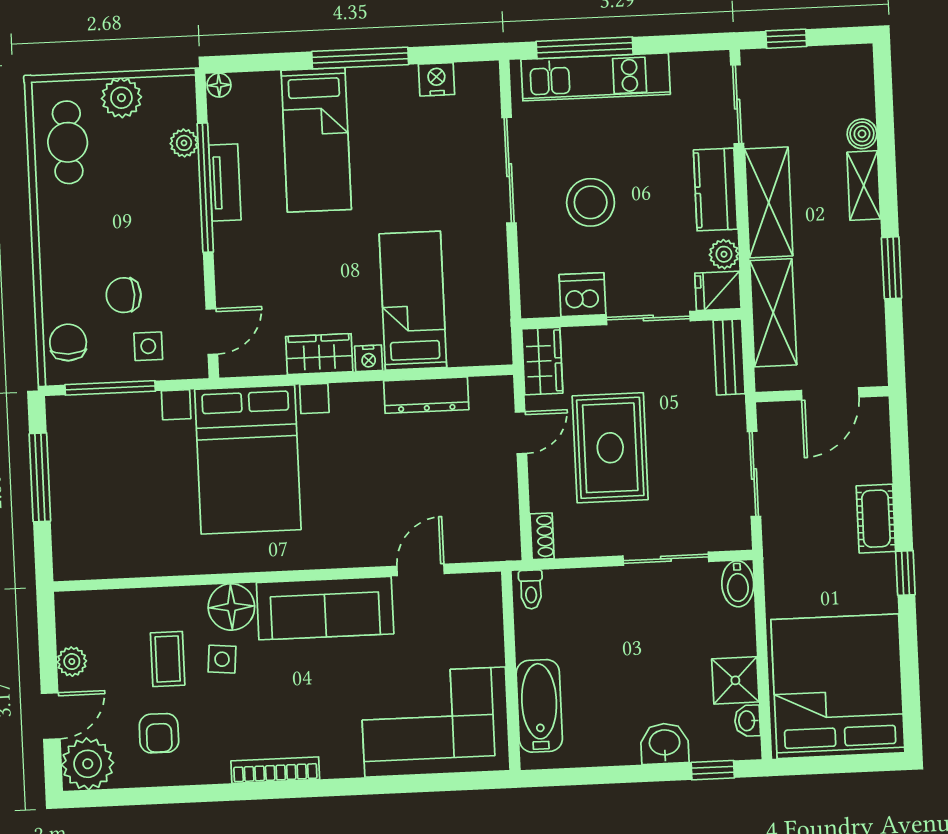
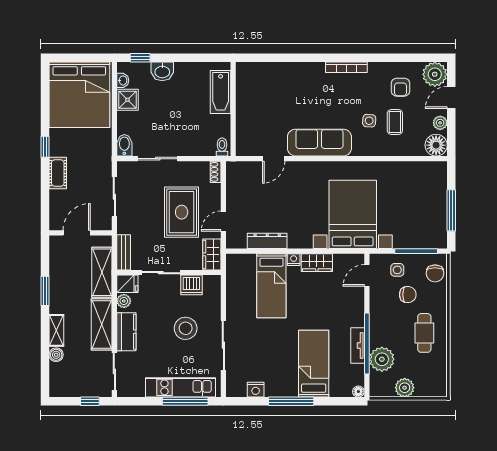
cafe table: (68, 142) -> (424, 333), moved
plant: (184, 143) -> (382, 359), width x1.87, depth x1.87
floor lamp: (231, 607) -> (436, 145), moved
corner sofa: (435, 722) -> (270, 86), removed
armchair: (159, 733) -> (400, 87), turned 180

